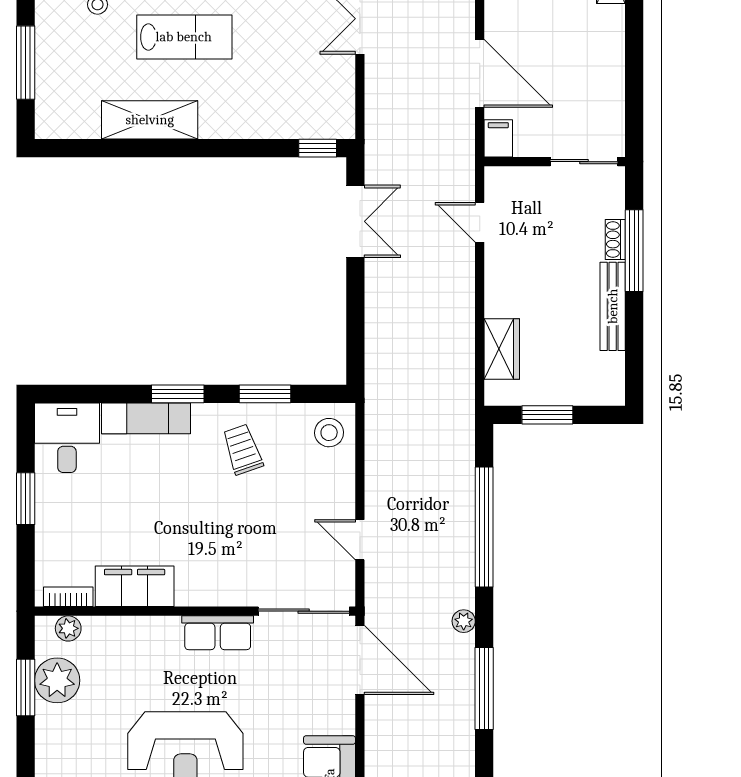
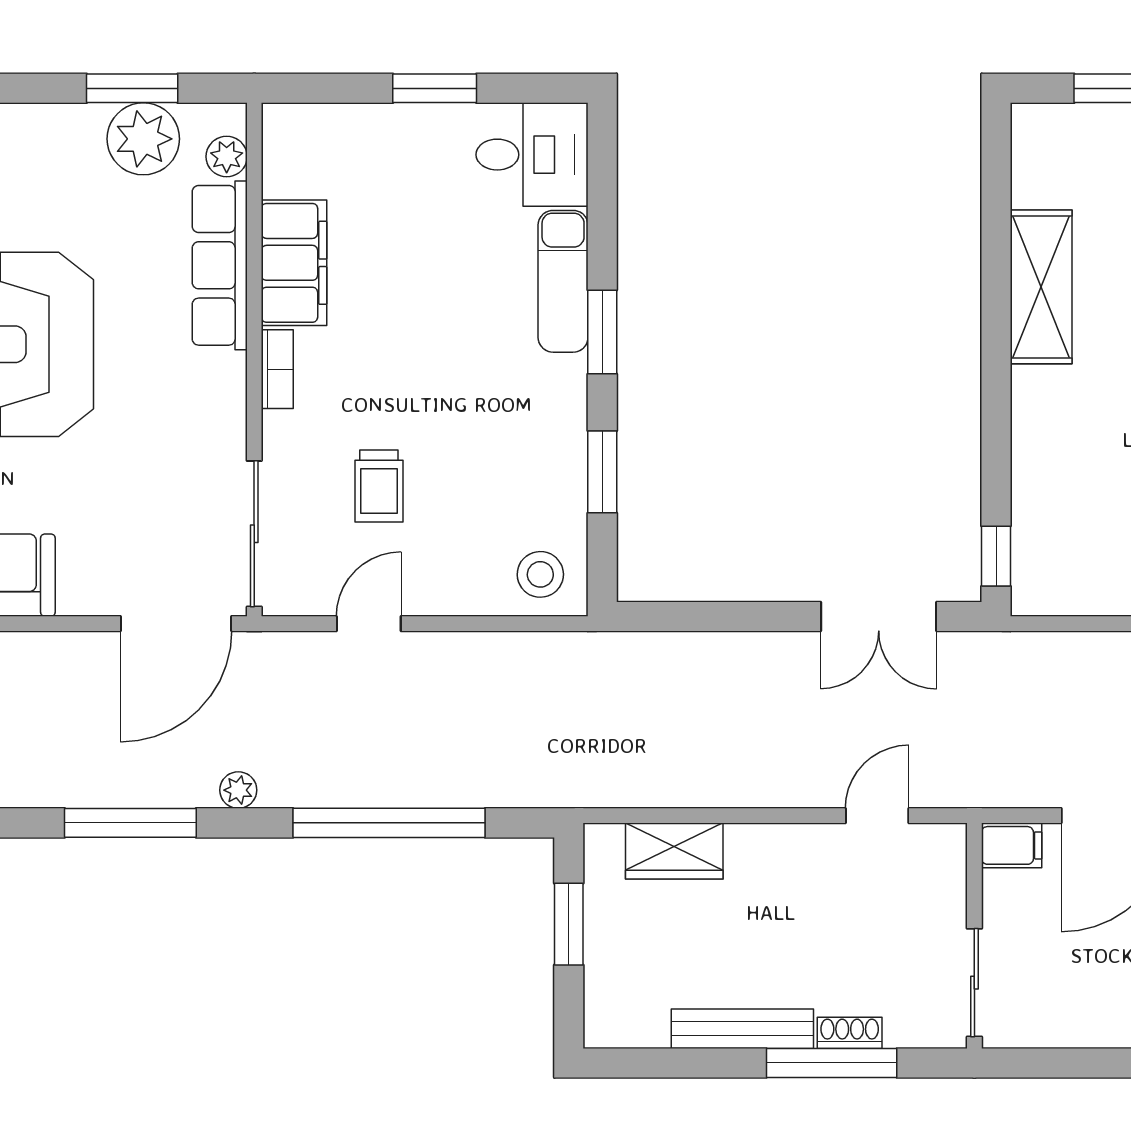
trolley: (243, 449) -> (379, 486), moved, turned 109
bookcase: (68, 597) -> (277, 369), moved
row of seats: (218, 633) -> (220, 265), moved, width x1.48

